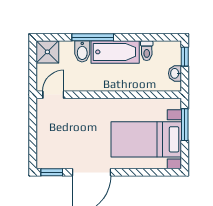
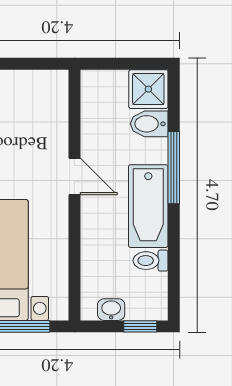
bidet: (82, 51) -> (149, 124), moved
door: (53, 95) -> (74, 177), moved

